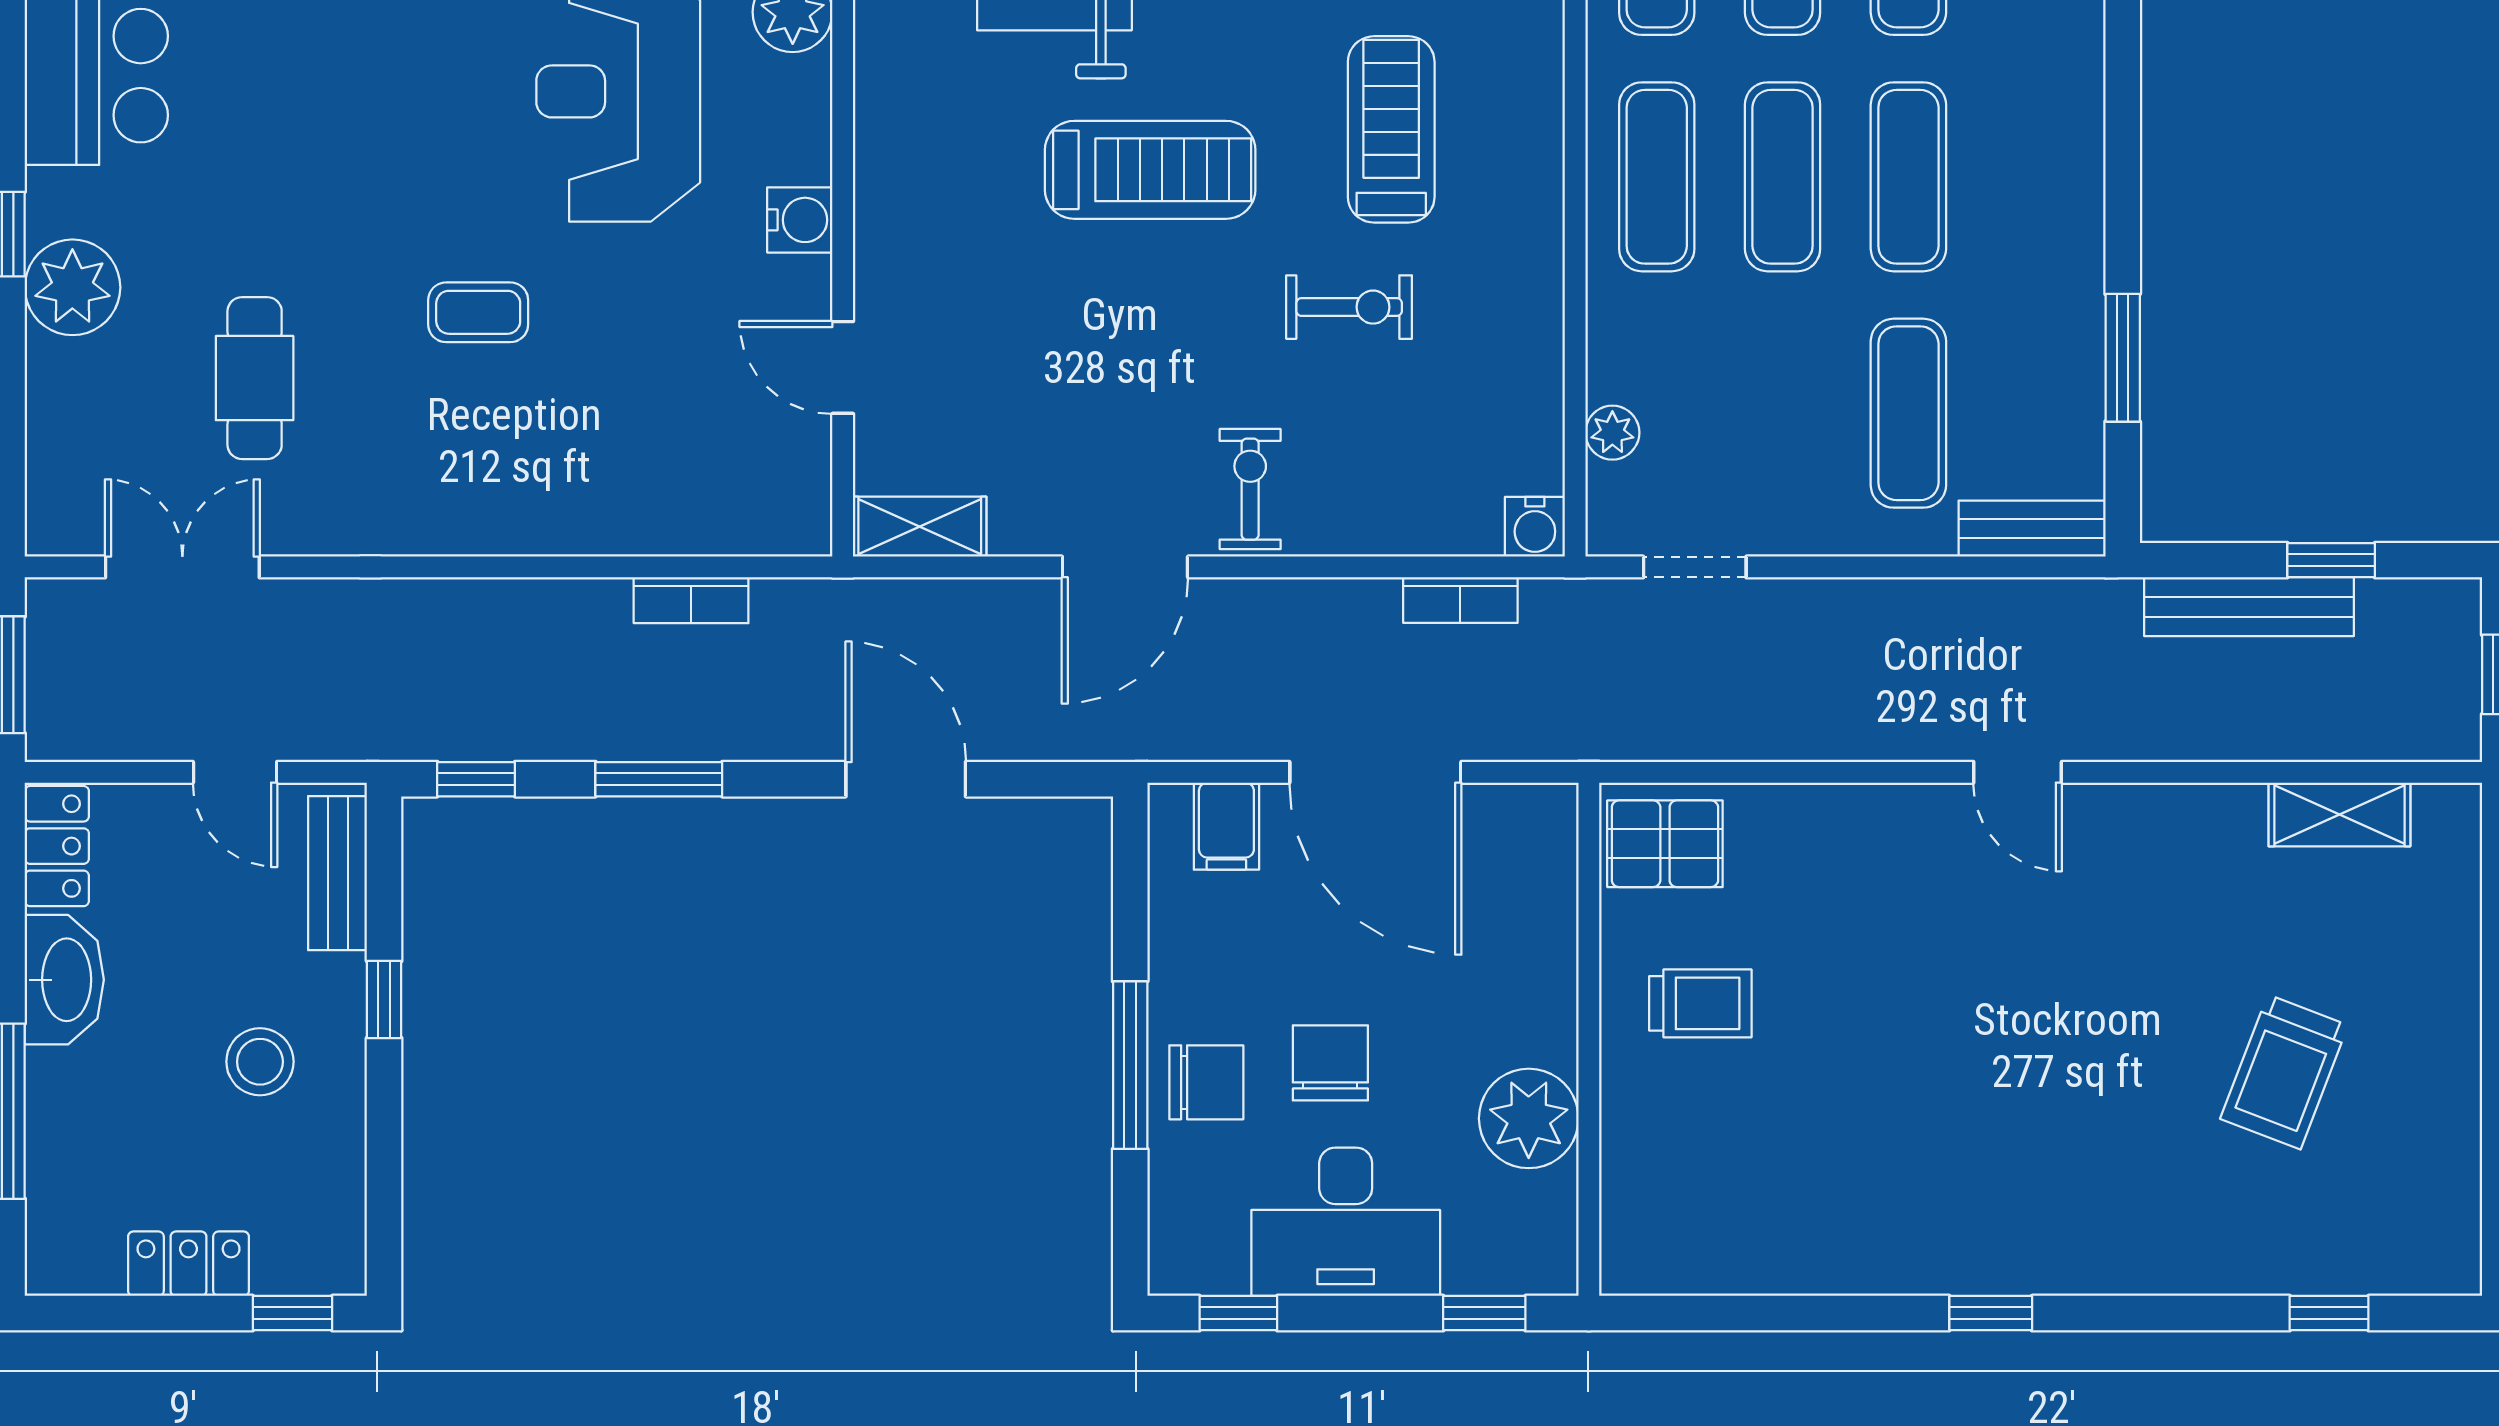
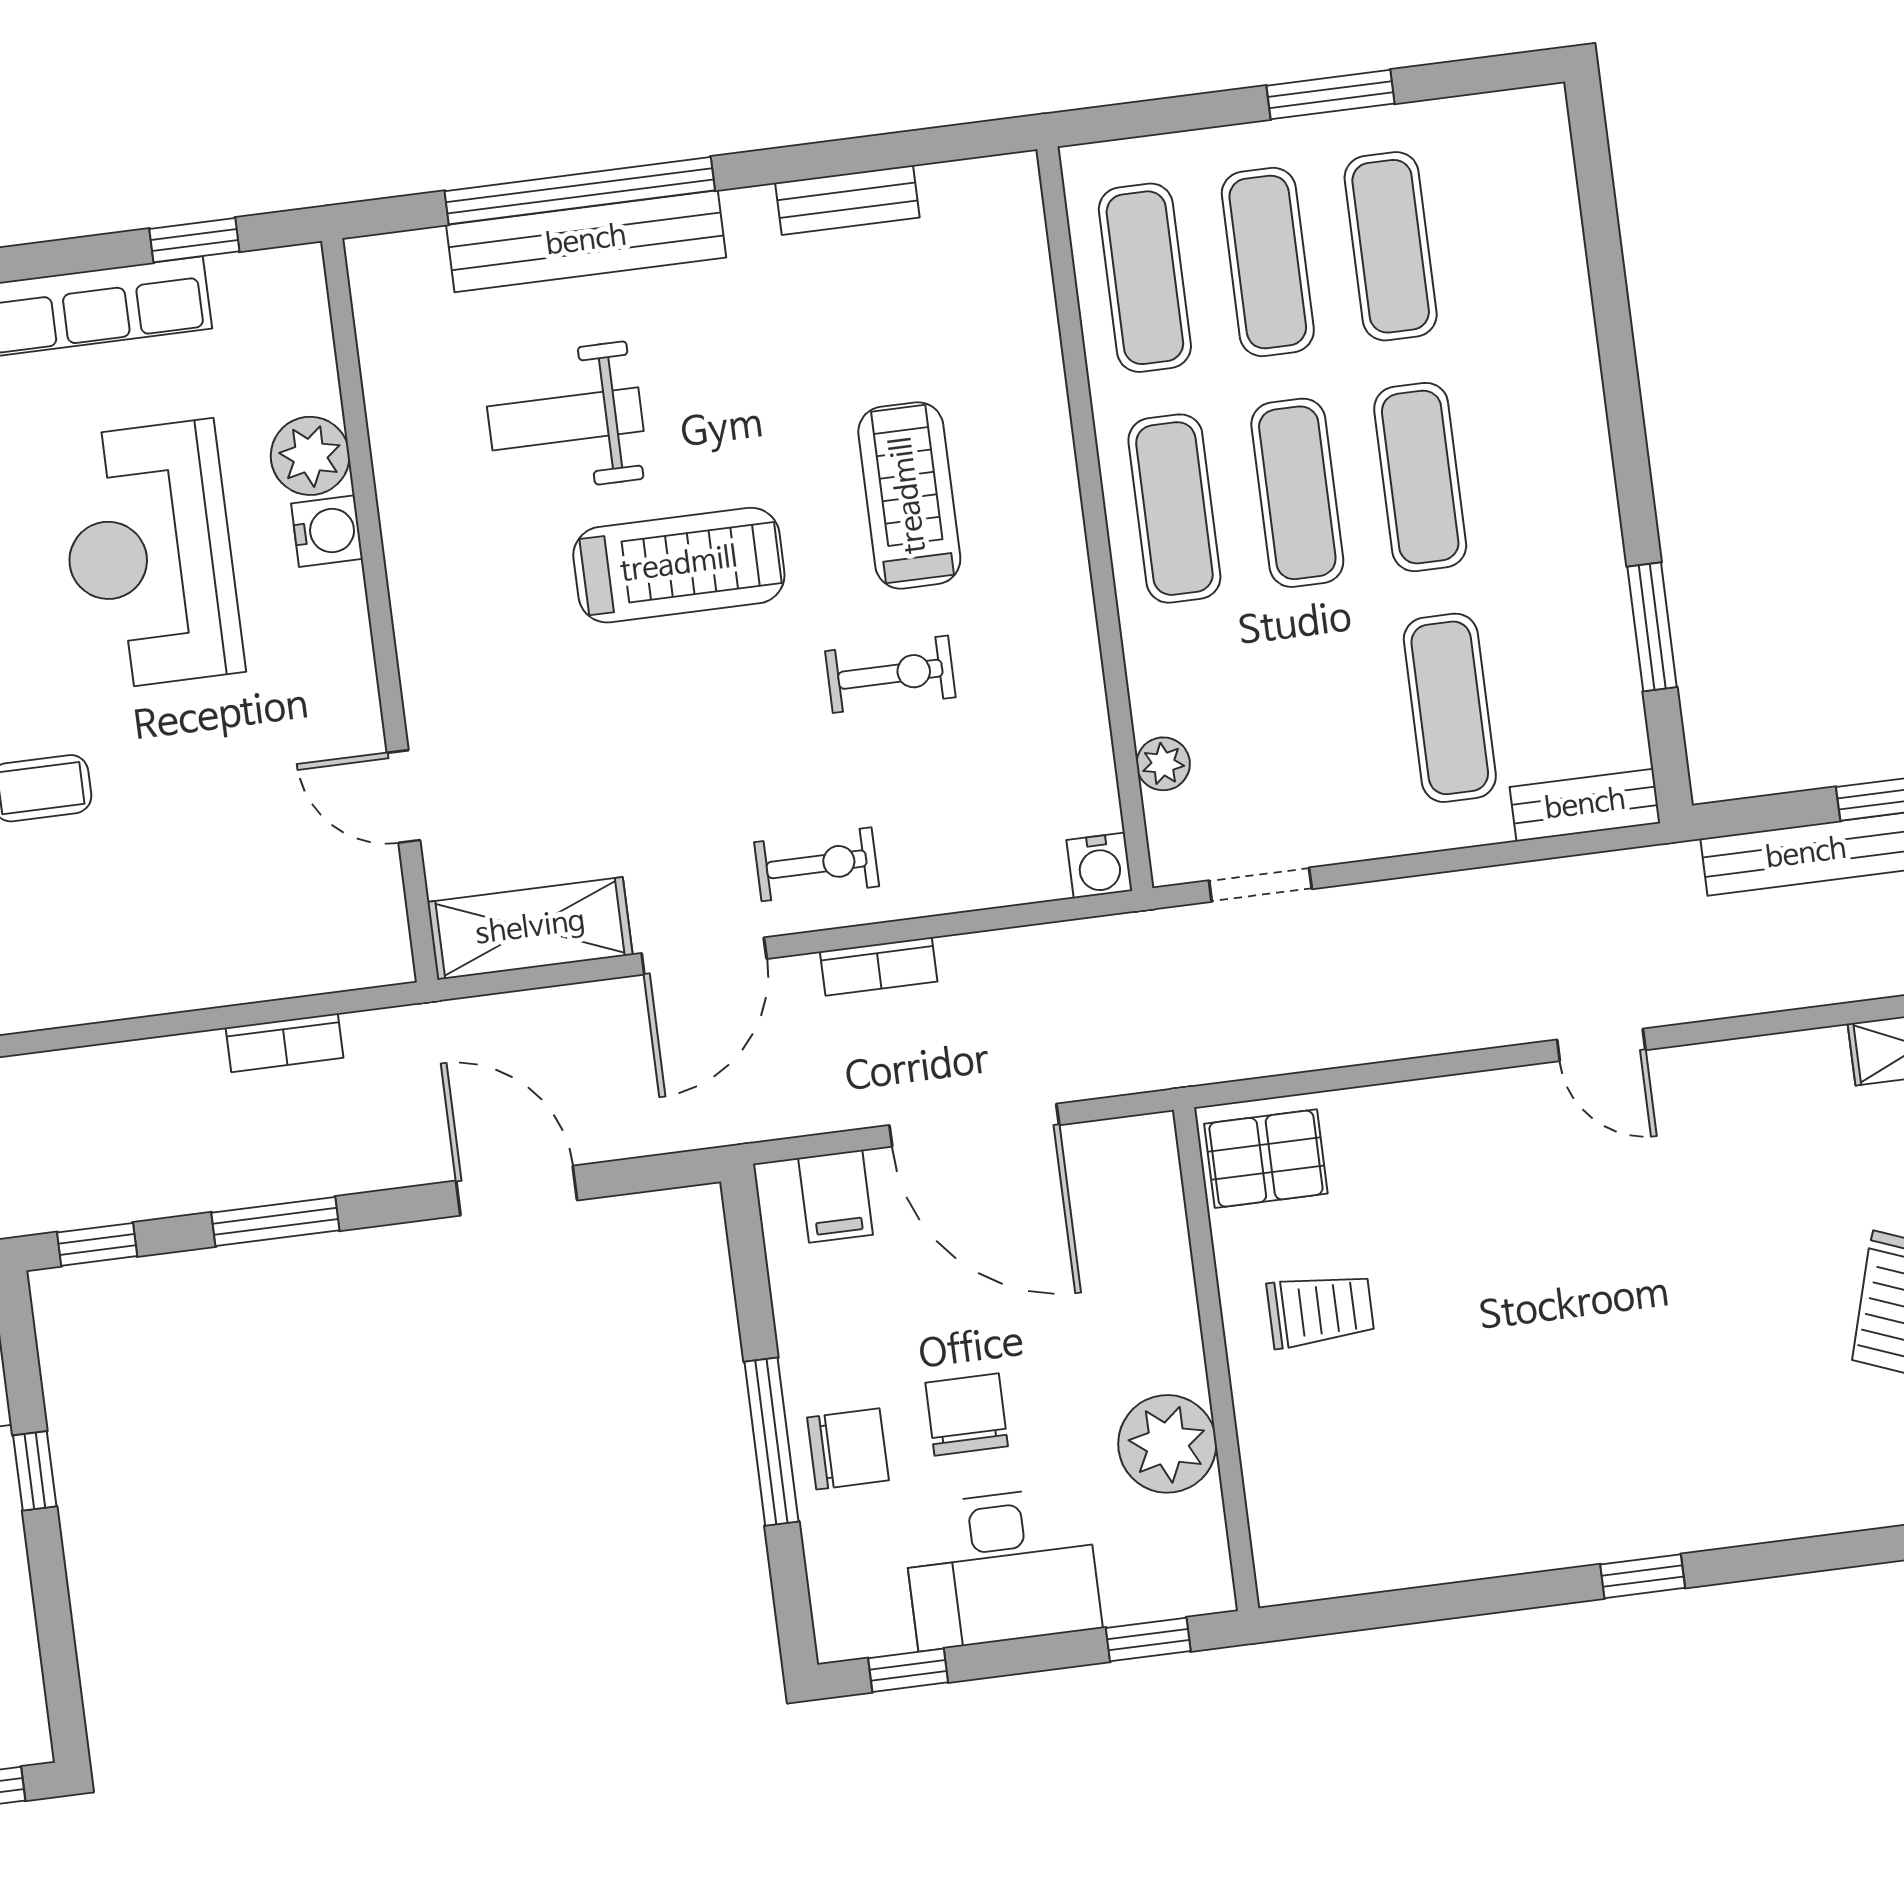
water cooler: (800, 220) -> (327, 531), moved
exercise bike: (1250, 489) -> (817, 864), turned 90
shelving: (920, 527) -> (530, 928), width x1.50, depth x1.33
bookcase: (1460, 600) -> (879, 967), moved

